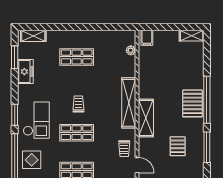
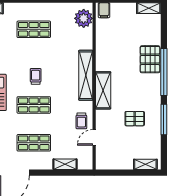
plant: (131, 50) -> (84, 18), width x1.87, depth x1.87
pallet: (192, 103) -> (150, 59), moved
pallet: (178, 146) -> (135, 119), turned 90
door: (137, 165) -> (94, 137), swing flipped

